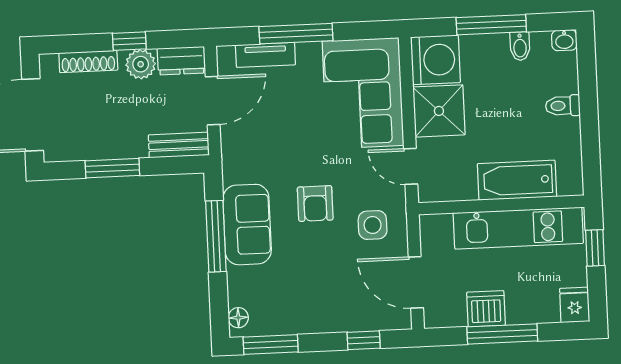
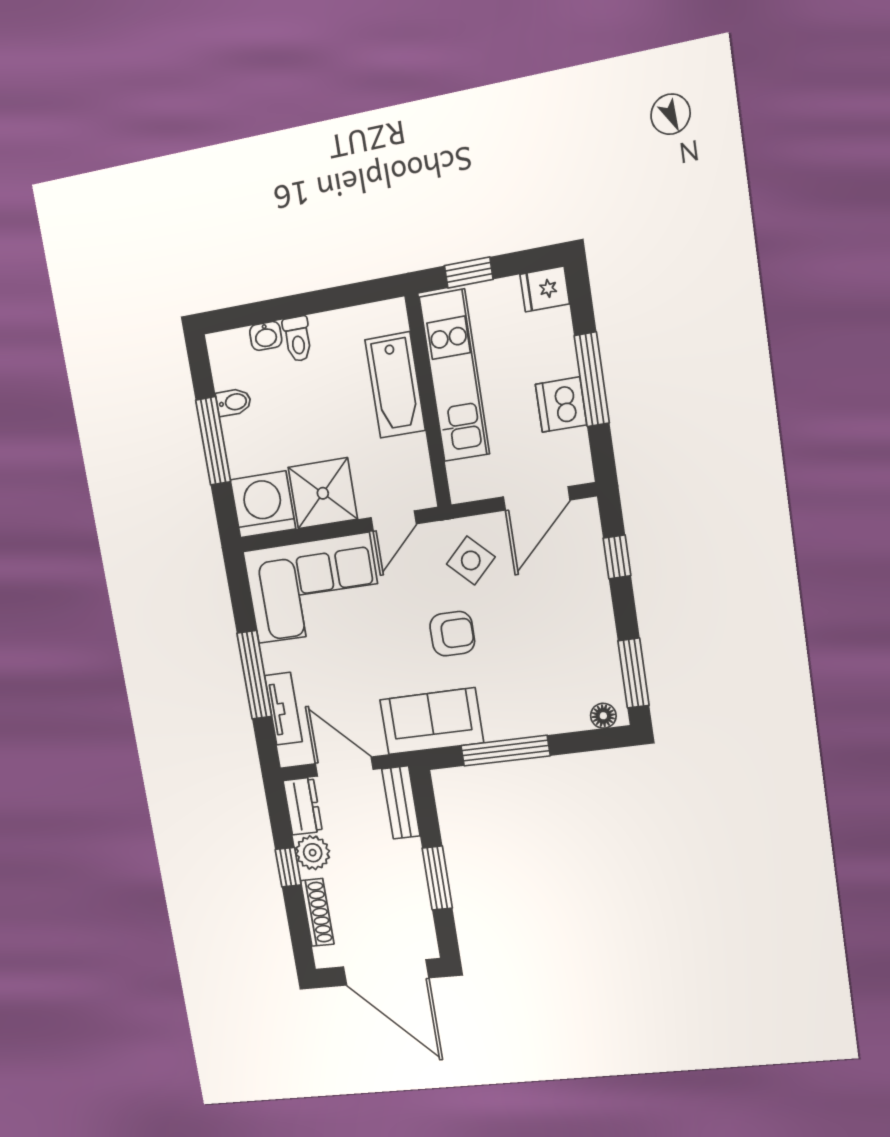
washbasin: (564, 40) -> (266, 336), moved, turned 90
sofa: (247, 225) -> (432, 721), moved
side table: (373, 225) -> (471, 560), turned 45

